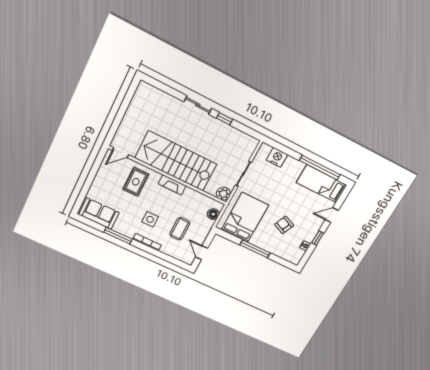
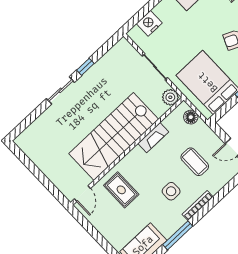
fireplace: (172, 185) -> (153, 138), moved

